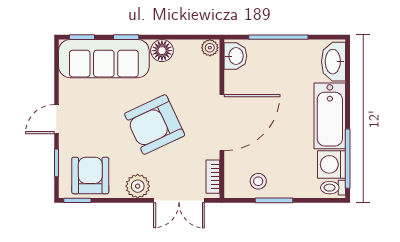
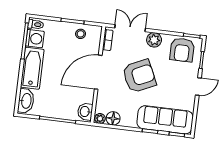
floor lamp: (162, 51) -> (113, 118), moved

